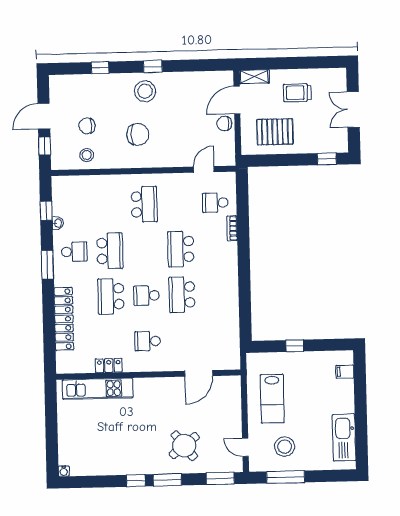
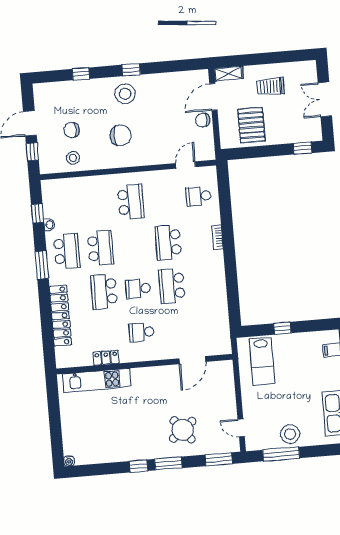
pallet: (275, 132) -> (251, 125), turned 90
bookcase: (232, 228) -> (217, 237), moved
school desk: (74, 252) -> (67, 251), width x1.85
lab bench: (272, 399) -> (262, 361), moved
stool: (285, 447) -> (290, 434), moved

